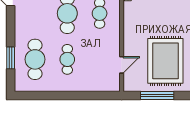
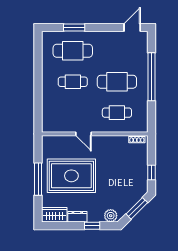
door: (122, 65) -> (83, 134), moved
window: (157, 96) -> (38, 179), moved

